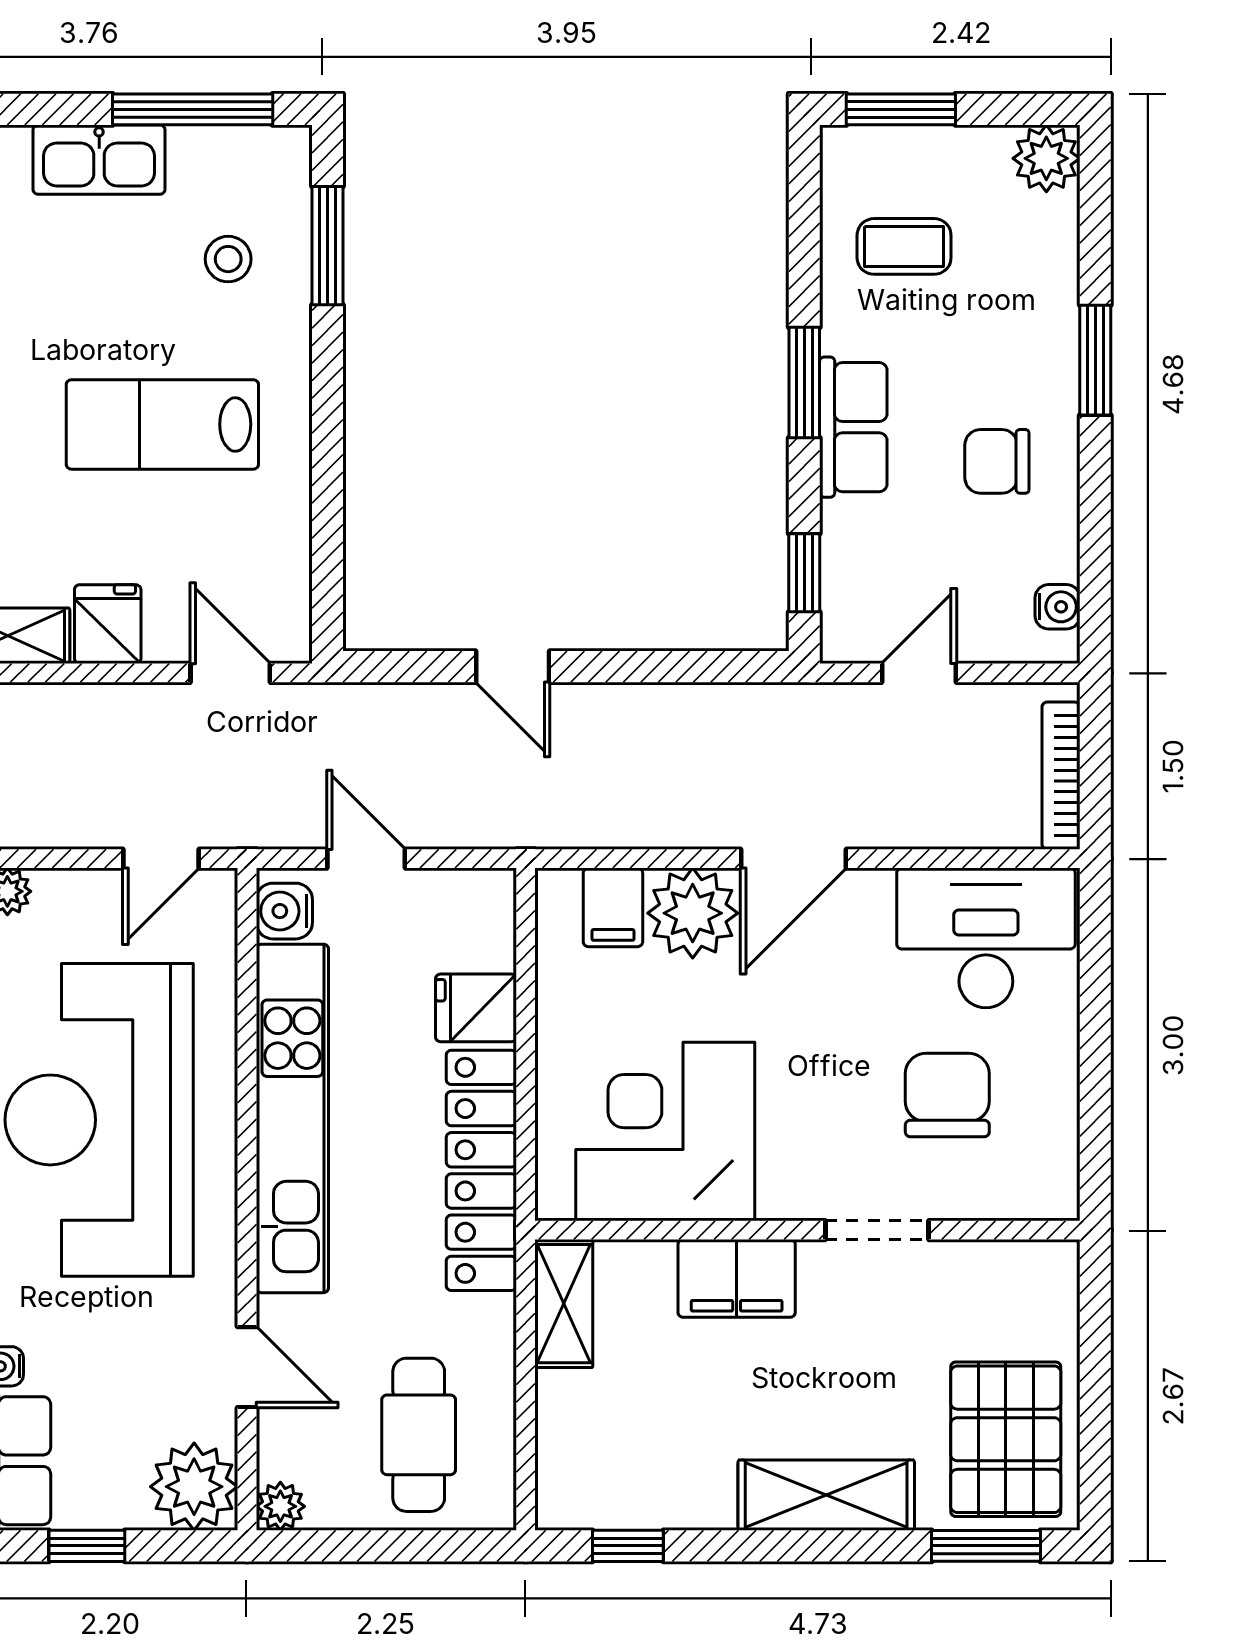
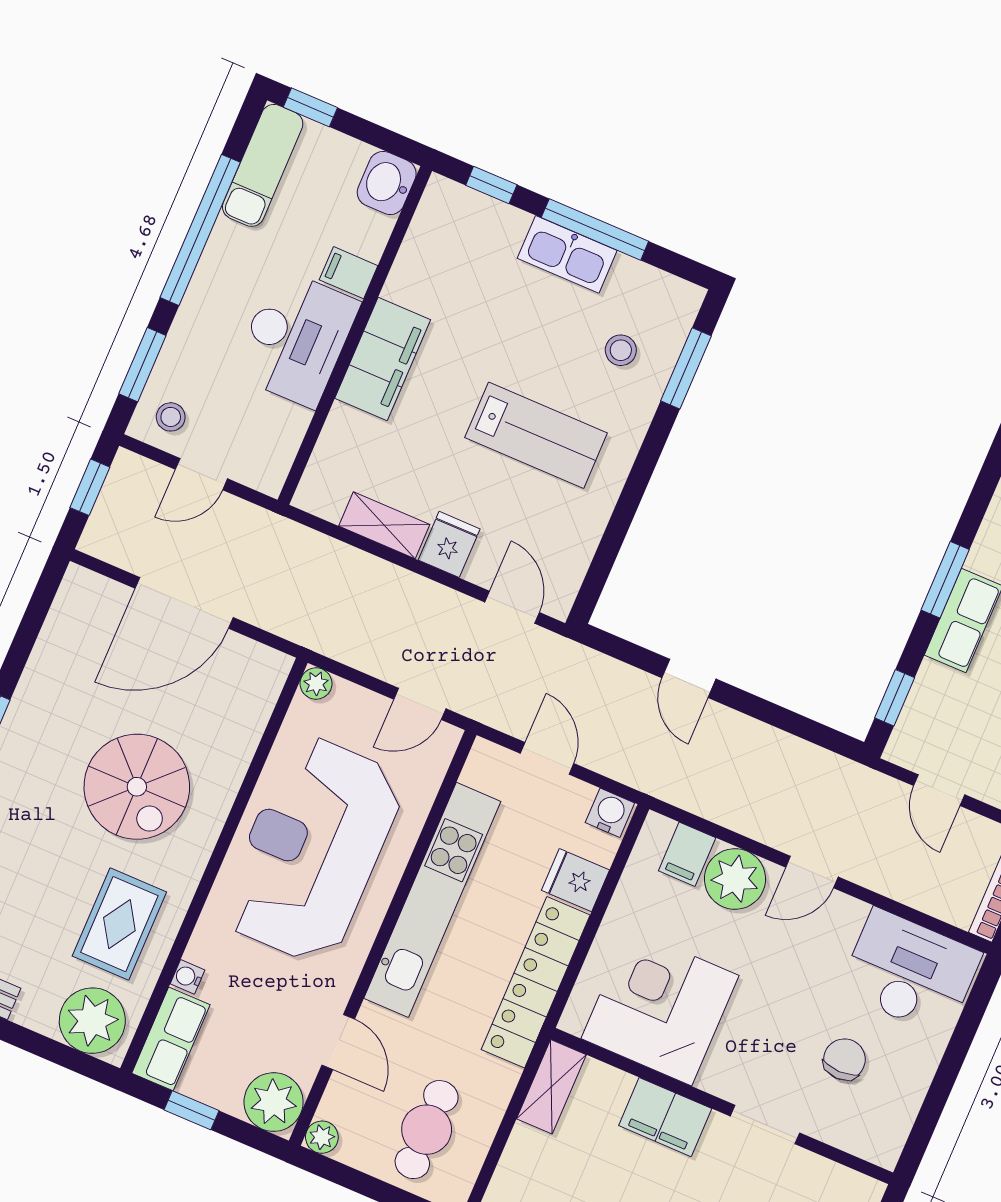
window: (193, 109) -> (595, 229), moved
lab bench: (162, 424) -> (536, 435), turned 180
door: (919, 673) -> (939, 790), swing flipped
door: (794, 859) -> (812, 872), width x0.73
water cooler: (284, 911) -> (610, 813), moved, turned 90
chair: (947, 1095) -> (844, 1059), width x0.73, depth x0.73

